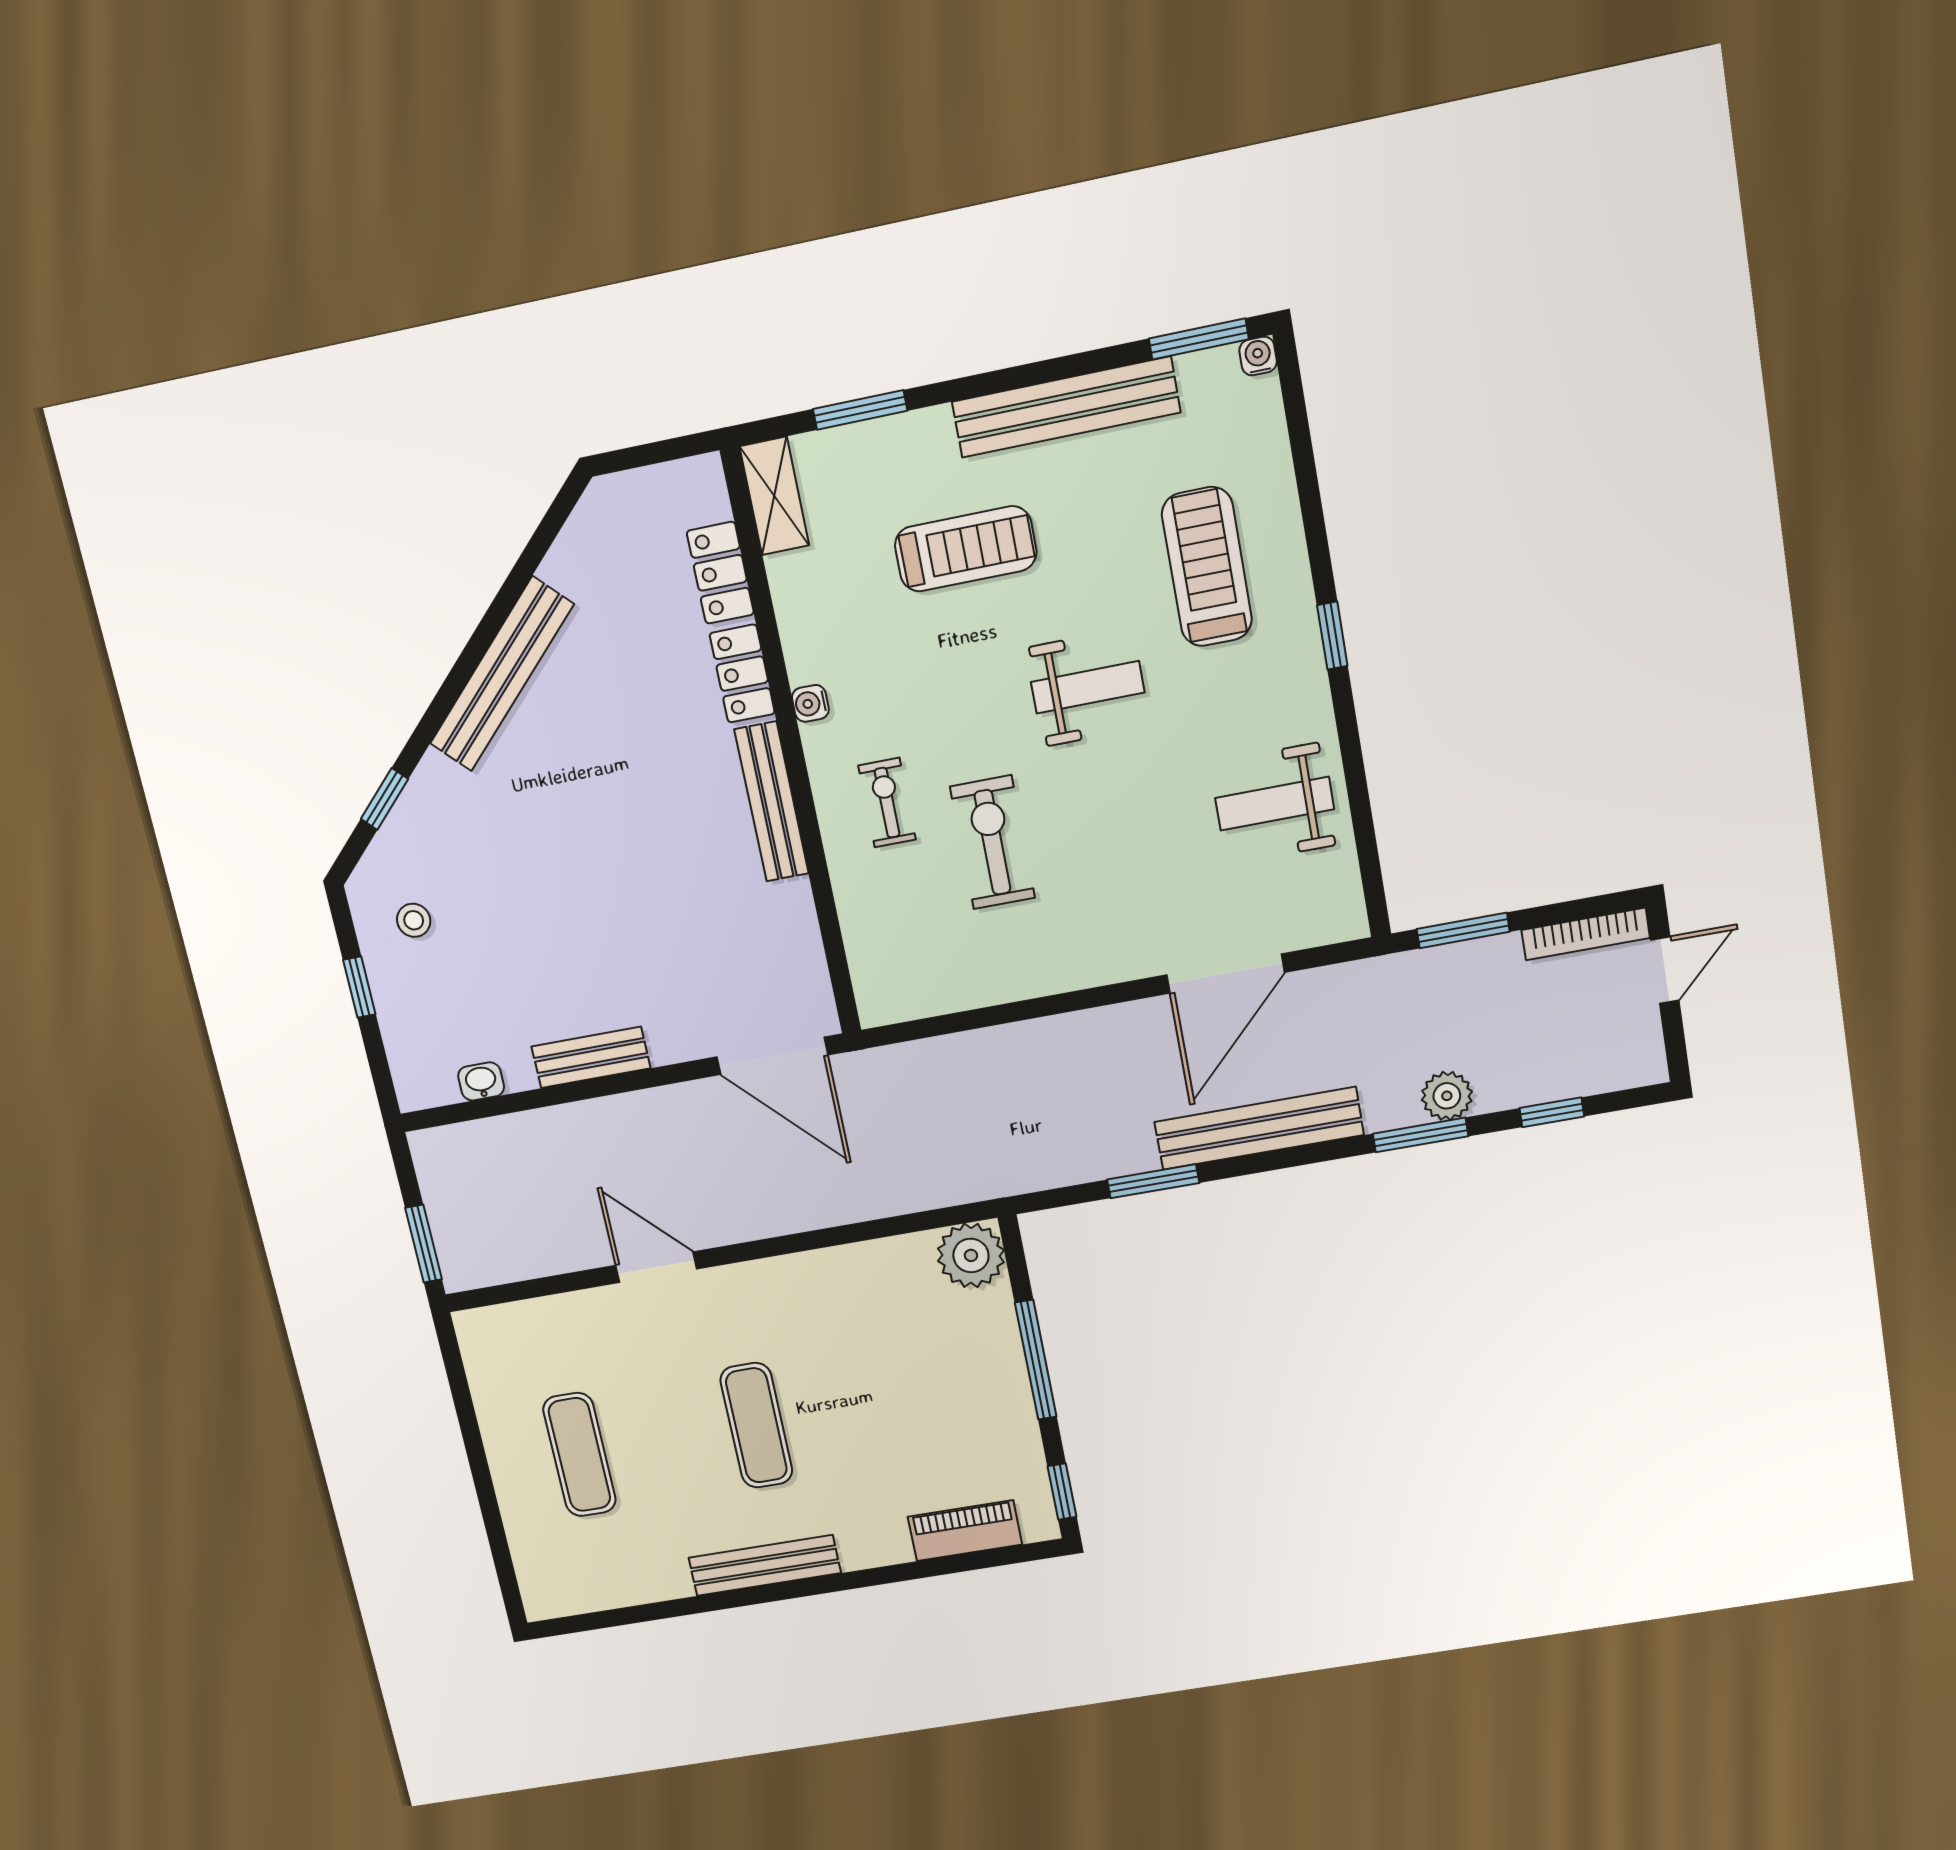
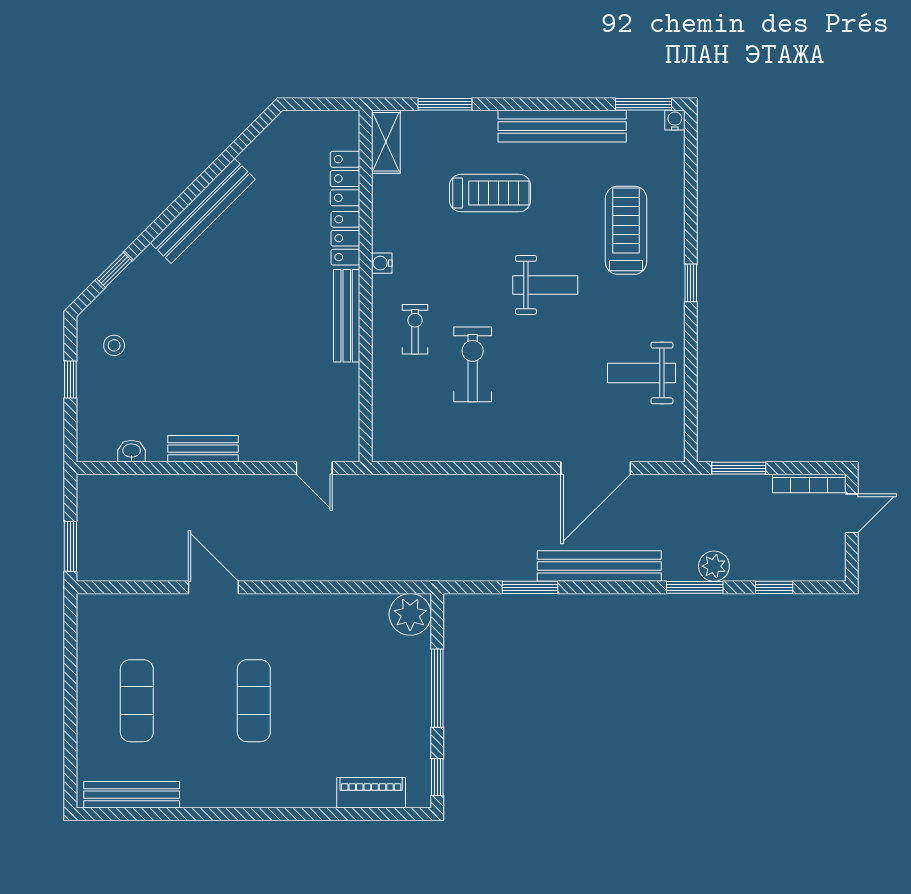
door: (772, 1056) -> (314, 468), width x0.53
bench: (765, 1565) -> (132, 795), moved

